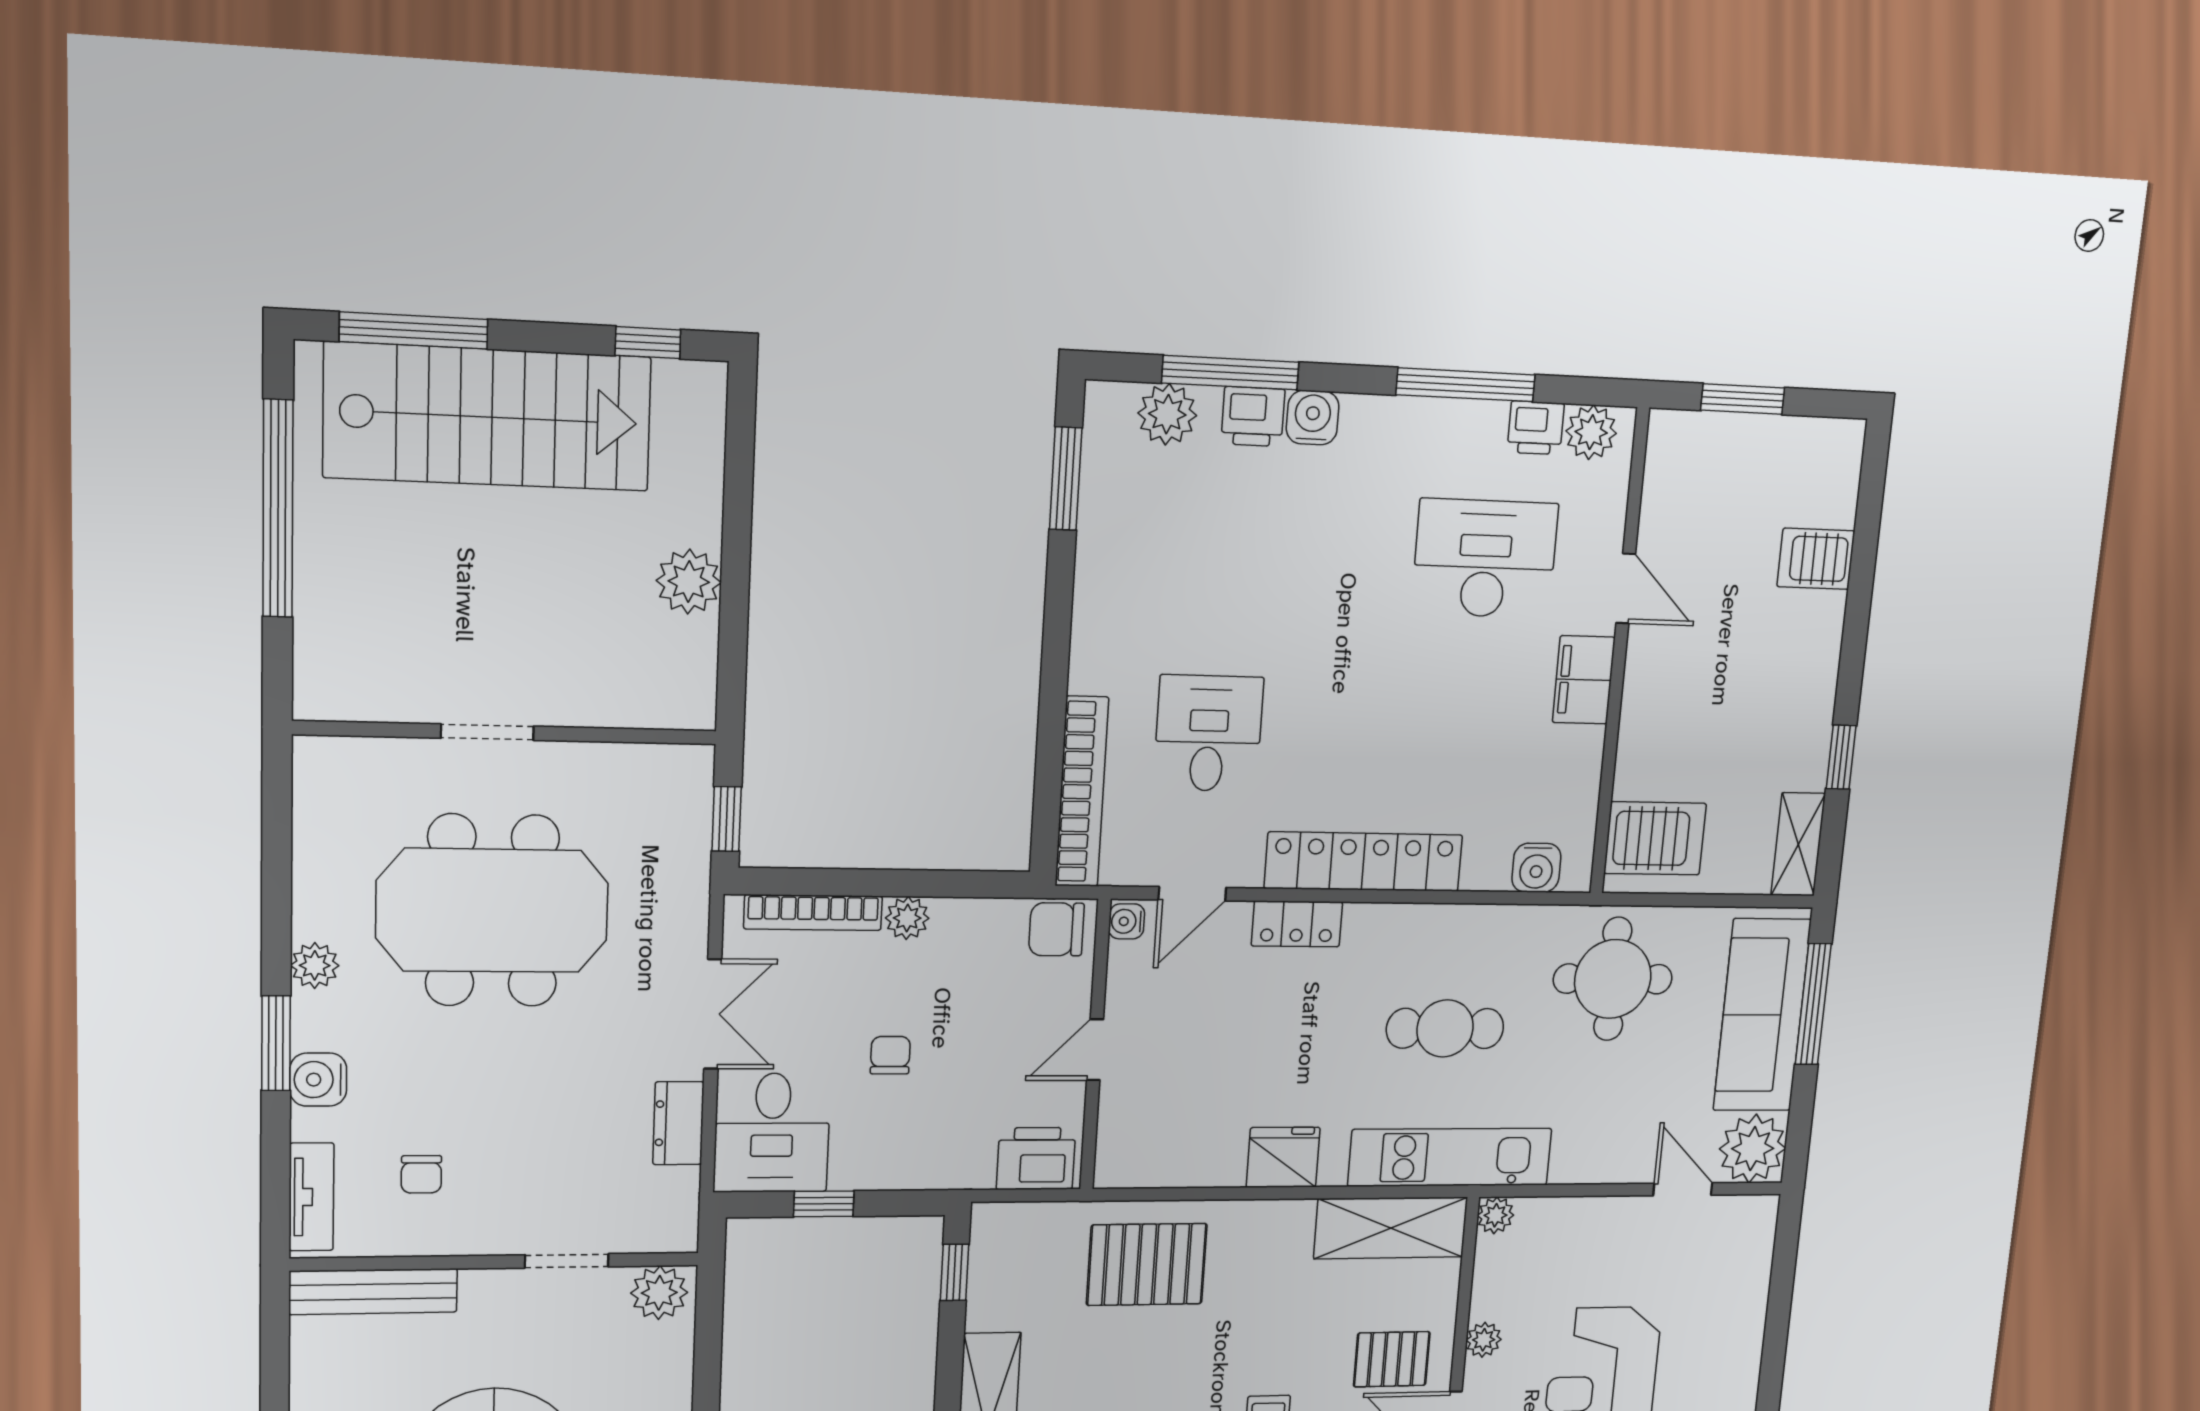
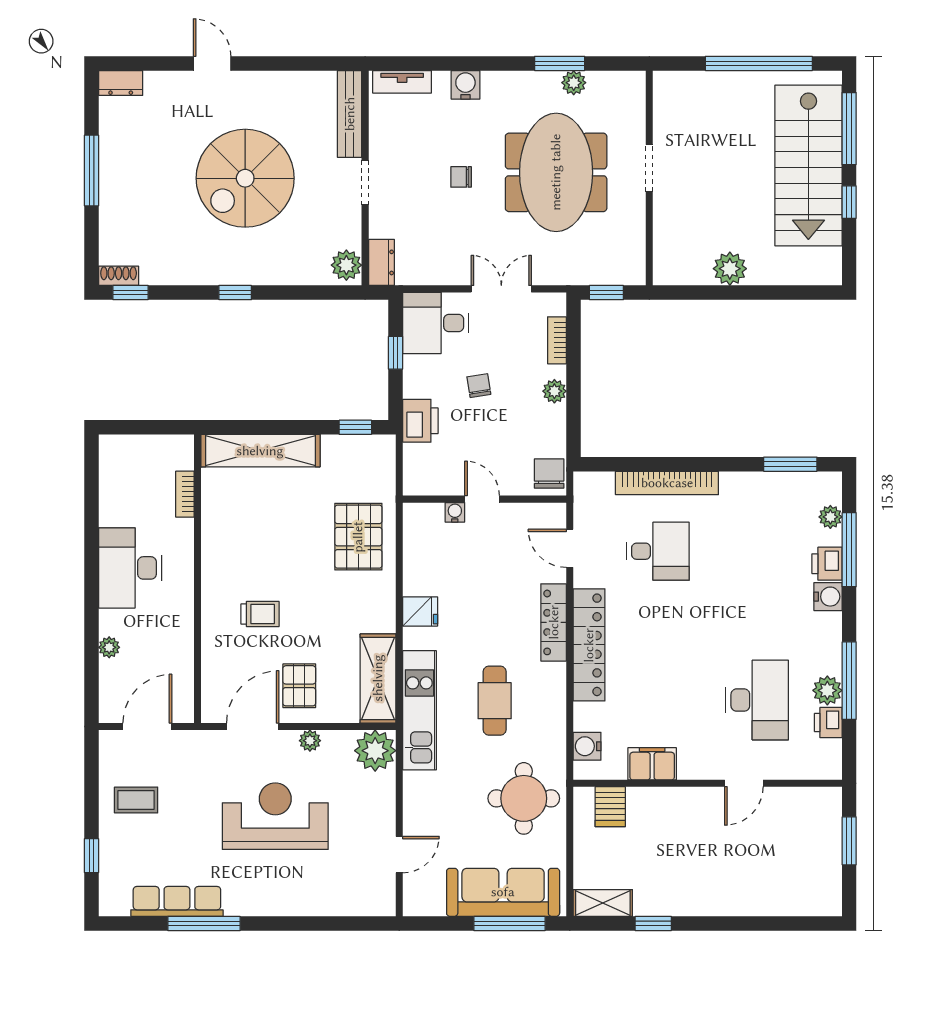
window: (648, 343) -> (849, 202), moved
plant: (1167, 414) -> (830, 517), width x0.73, depth x0.73
plant: (1591, 432) -> (827, 690), moved
server rack: (1816, 559) -> (764, 895), removed
filing cabinet: (1584, 680) -> (652, 764), moved
bookcase: (1082, 792) -> (667, 483), moved
server rack: (1655, 838) -> (610, 807), width x0.73, depth x0.70
bookcase: (813, 913) -> (557, 340), width x0.64
water cooler: (1127, 921) -> (455, 512), moved
locker: (1297, 924) -> (554, 622), width x1.53
plant: (315, 966) -> (574, 83), moved
double door: (713, 1014) -> (501, 289), swing flipped
window: (276, 1043) -> (560, 63), moved
chair: (890, 1055) -> (479, 386), turned -99
dresser: (678, 1123) -> (381, 262), moved, turned 90
plant: (1753, 1149) -> (423, 896), removed
fridge: (1283, 1157) -> (420, 611), width x0.72
printer: (1036, 1158) -> (420, 421), moved
chair: (421, 1174) -> (461, 177), moved
plant: (1496, 1215) -> (375, 751), width x1.88, depth x1.88
doorway: (567, 1261) -> (365, 183), moved

